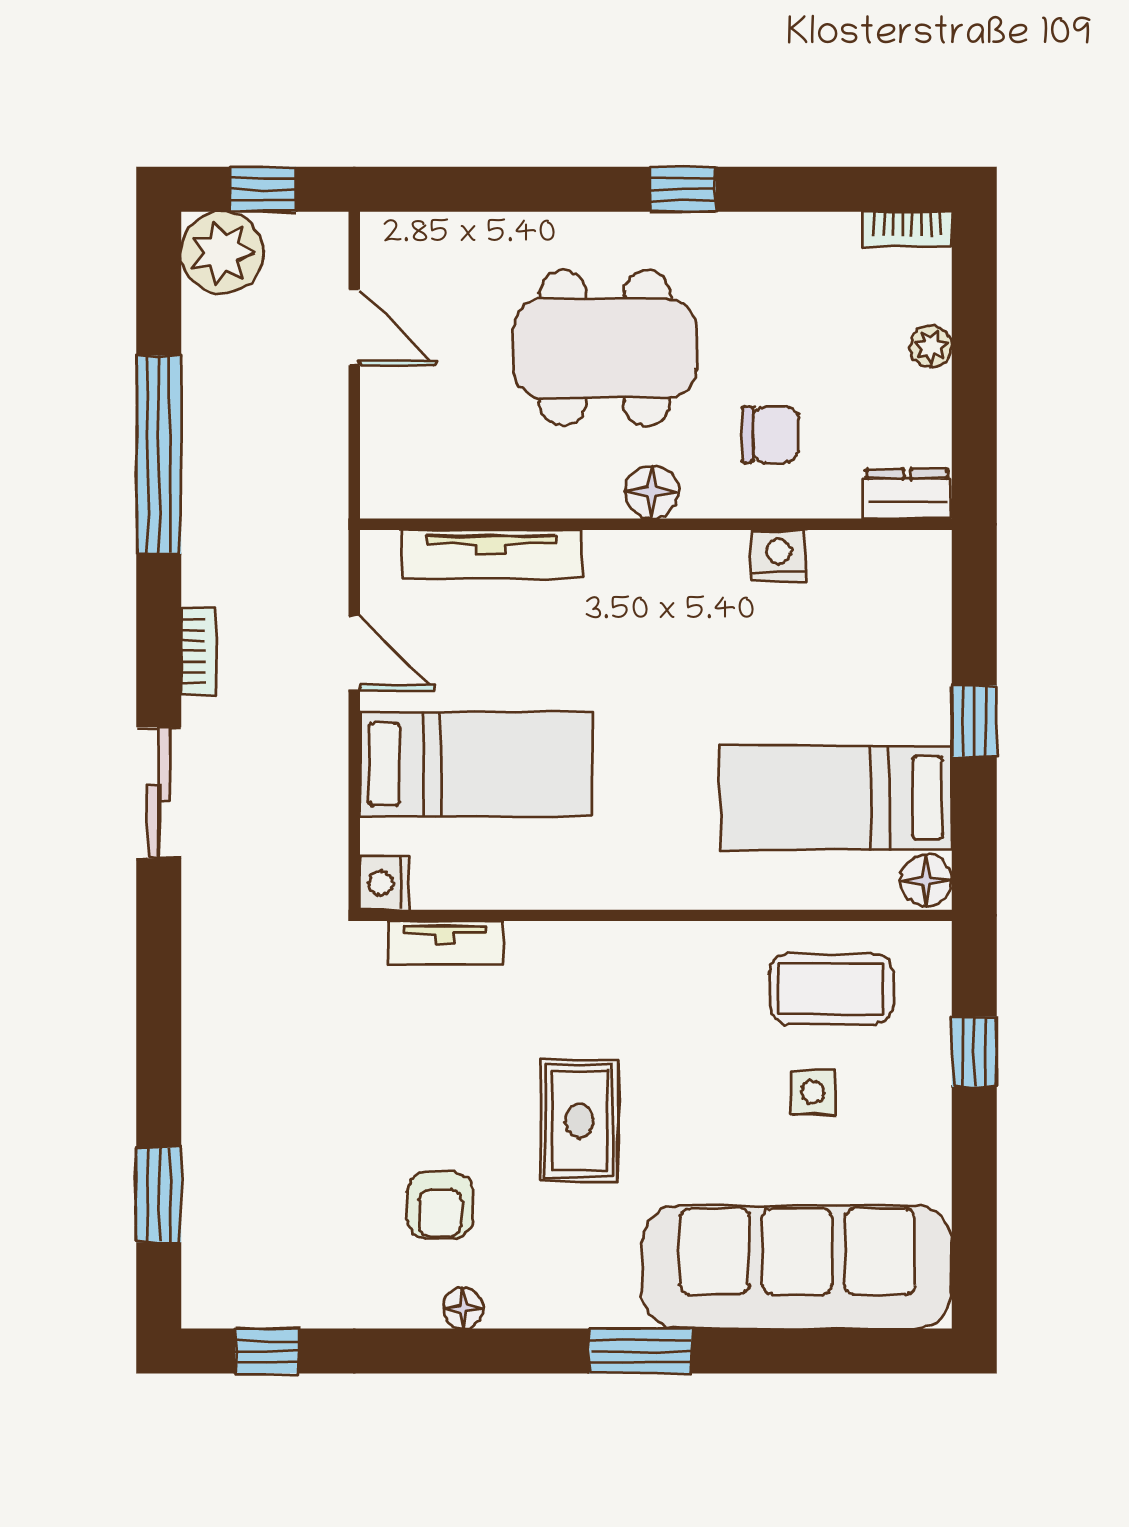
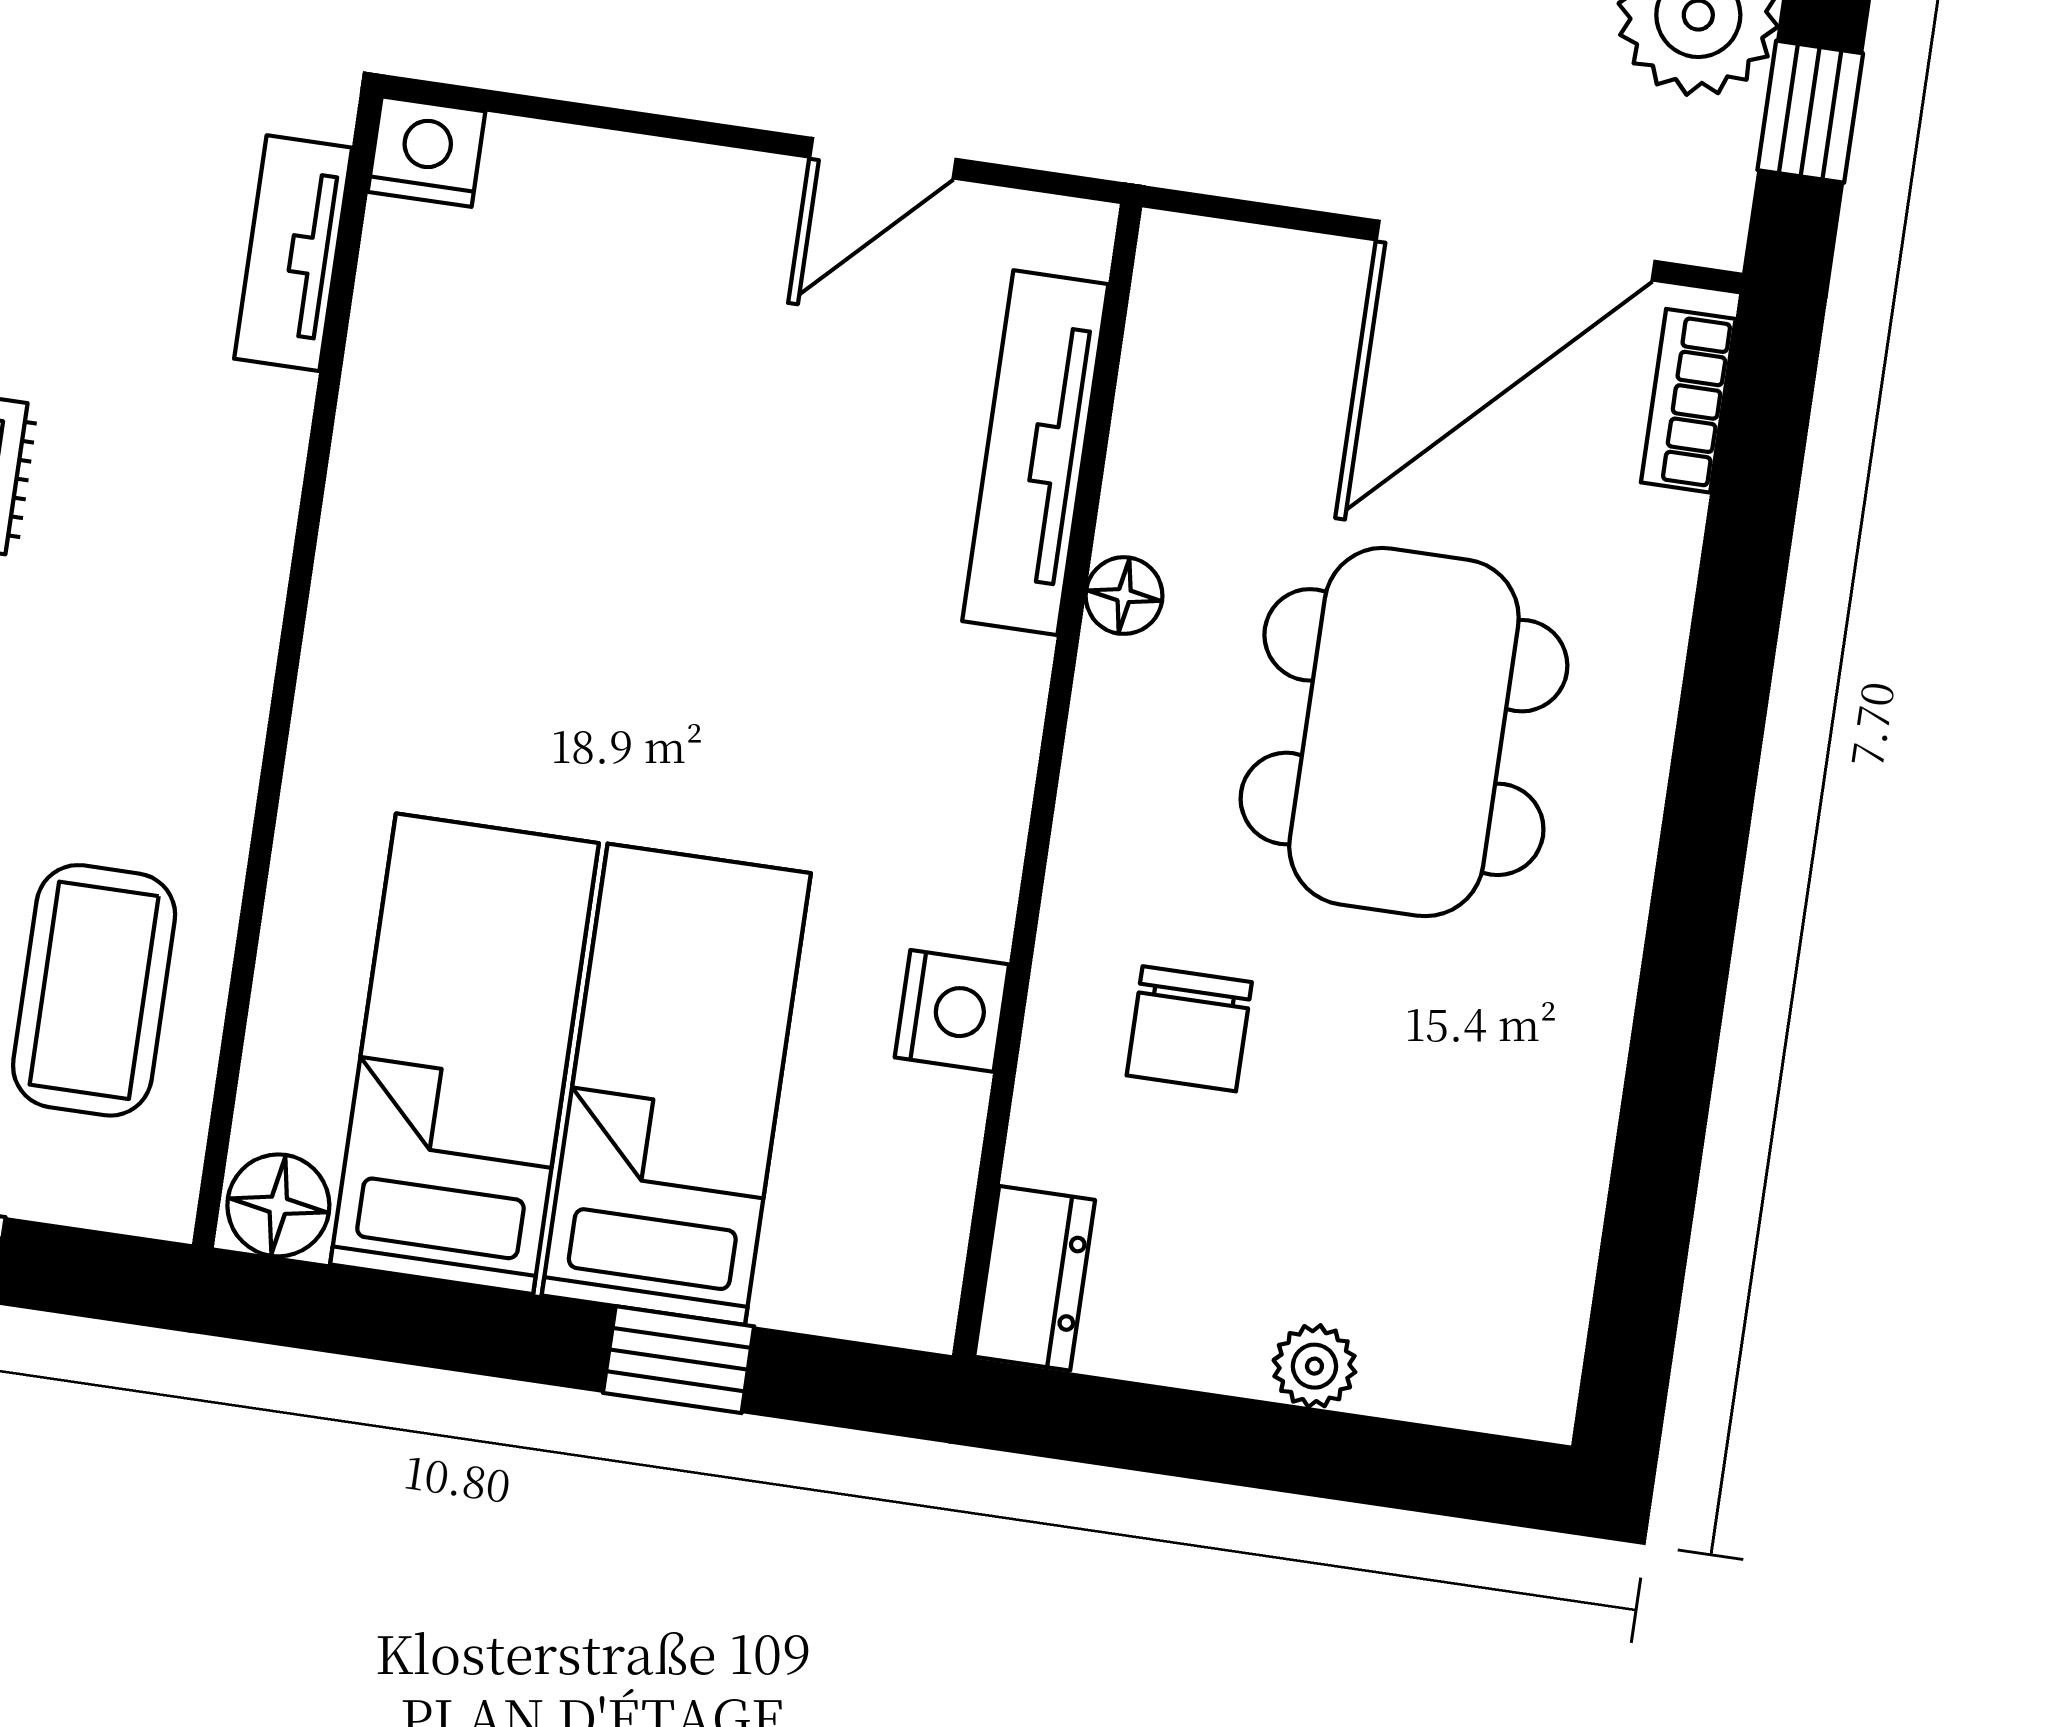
window: (683, 189) -> (1691, 929), removed
bookcase: (907, 229) -> (1688, 401), moved
door: (354, 327) -> (1516, 251), width x1.88
floor lamp: (652, 492) -> (1124, 596), moved, width x0.73, depth x0.73
window: (974, 721) -> (679, 1360), moved
bed: (476, 764) -> (676, 1084), moved, turned 180

